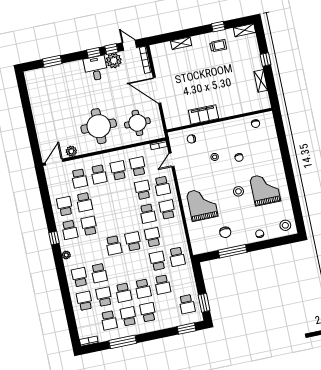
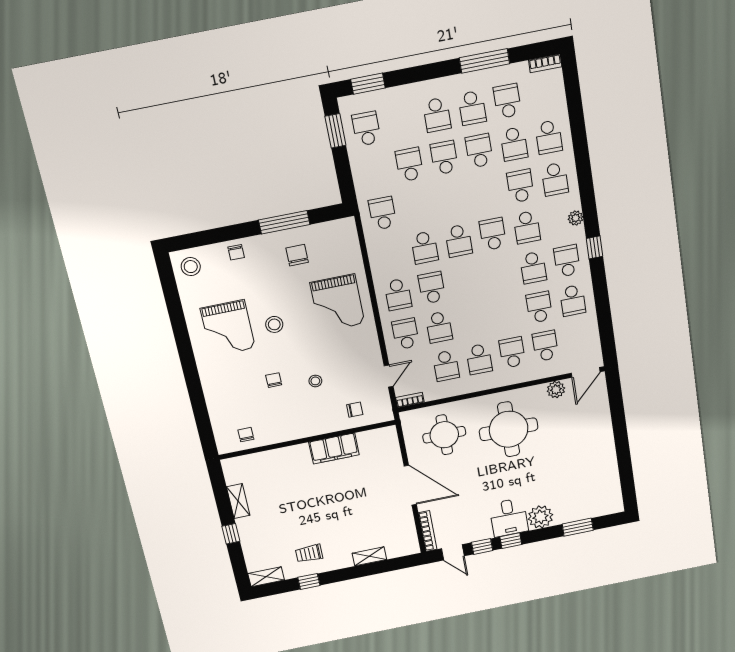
plant: (114, 61) -> (540, 517), moved
school desk: (158, 261) -> (527, 227), moved

